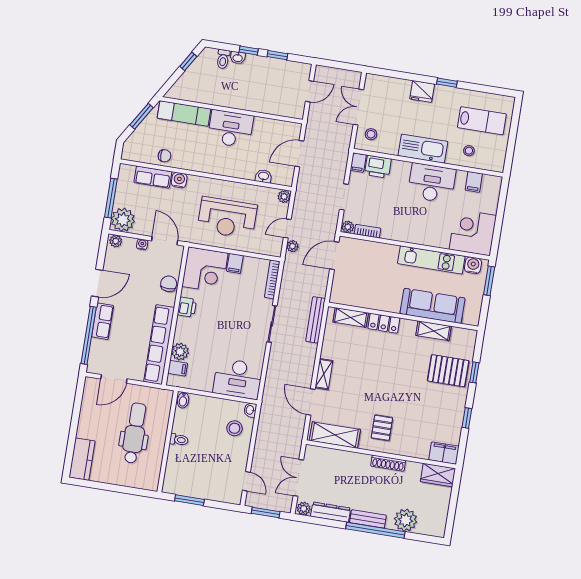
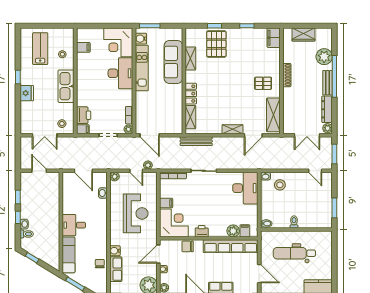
desk: (230, 129) -> (74, 225), width x0.73
desk: (432, 183) -> (120, 73), moved, turned 180
wardrobe: (438, 475) -> (303, 35), moved, turned 90
door: (246, 481) -> (315, 171), swing flipped

